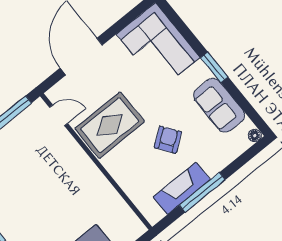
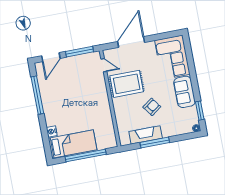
window: (214, 67) -> (200, 111), moved
sofa: (219, 105) -> (184, 92), moved

